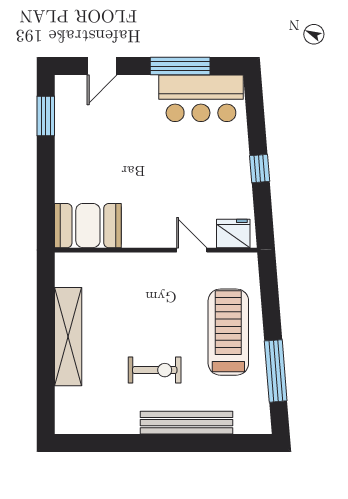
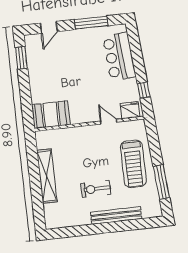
bar counter: (201, 98) -> (119, 57), moved, turned 85
window: (260, 169) -> (144, 90), moved
treadmill: (228, 332) -> (133, 164), turned 180
exercise bike: (155, 370) -> (96, 189), turned 180

